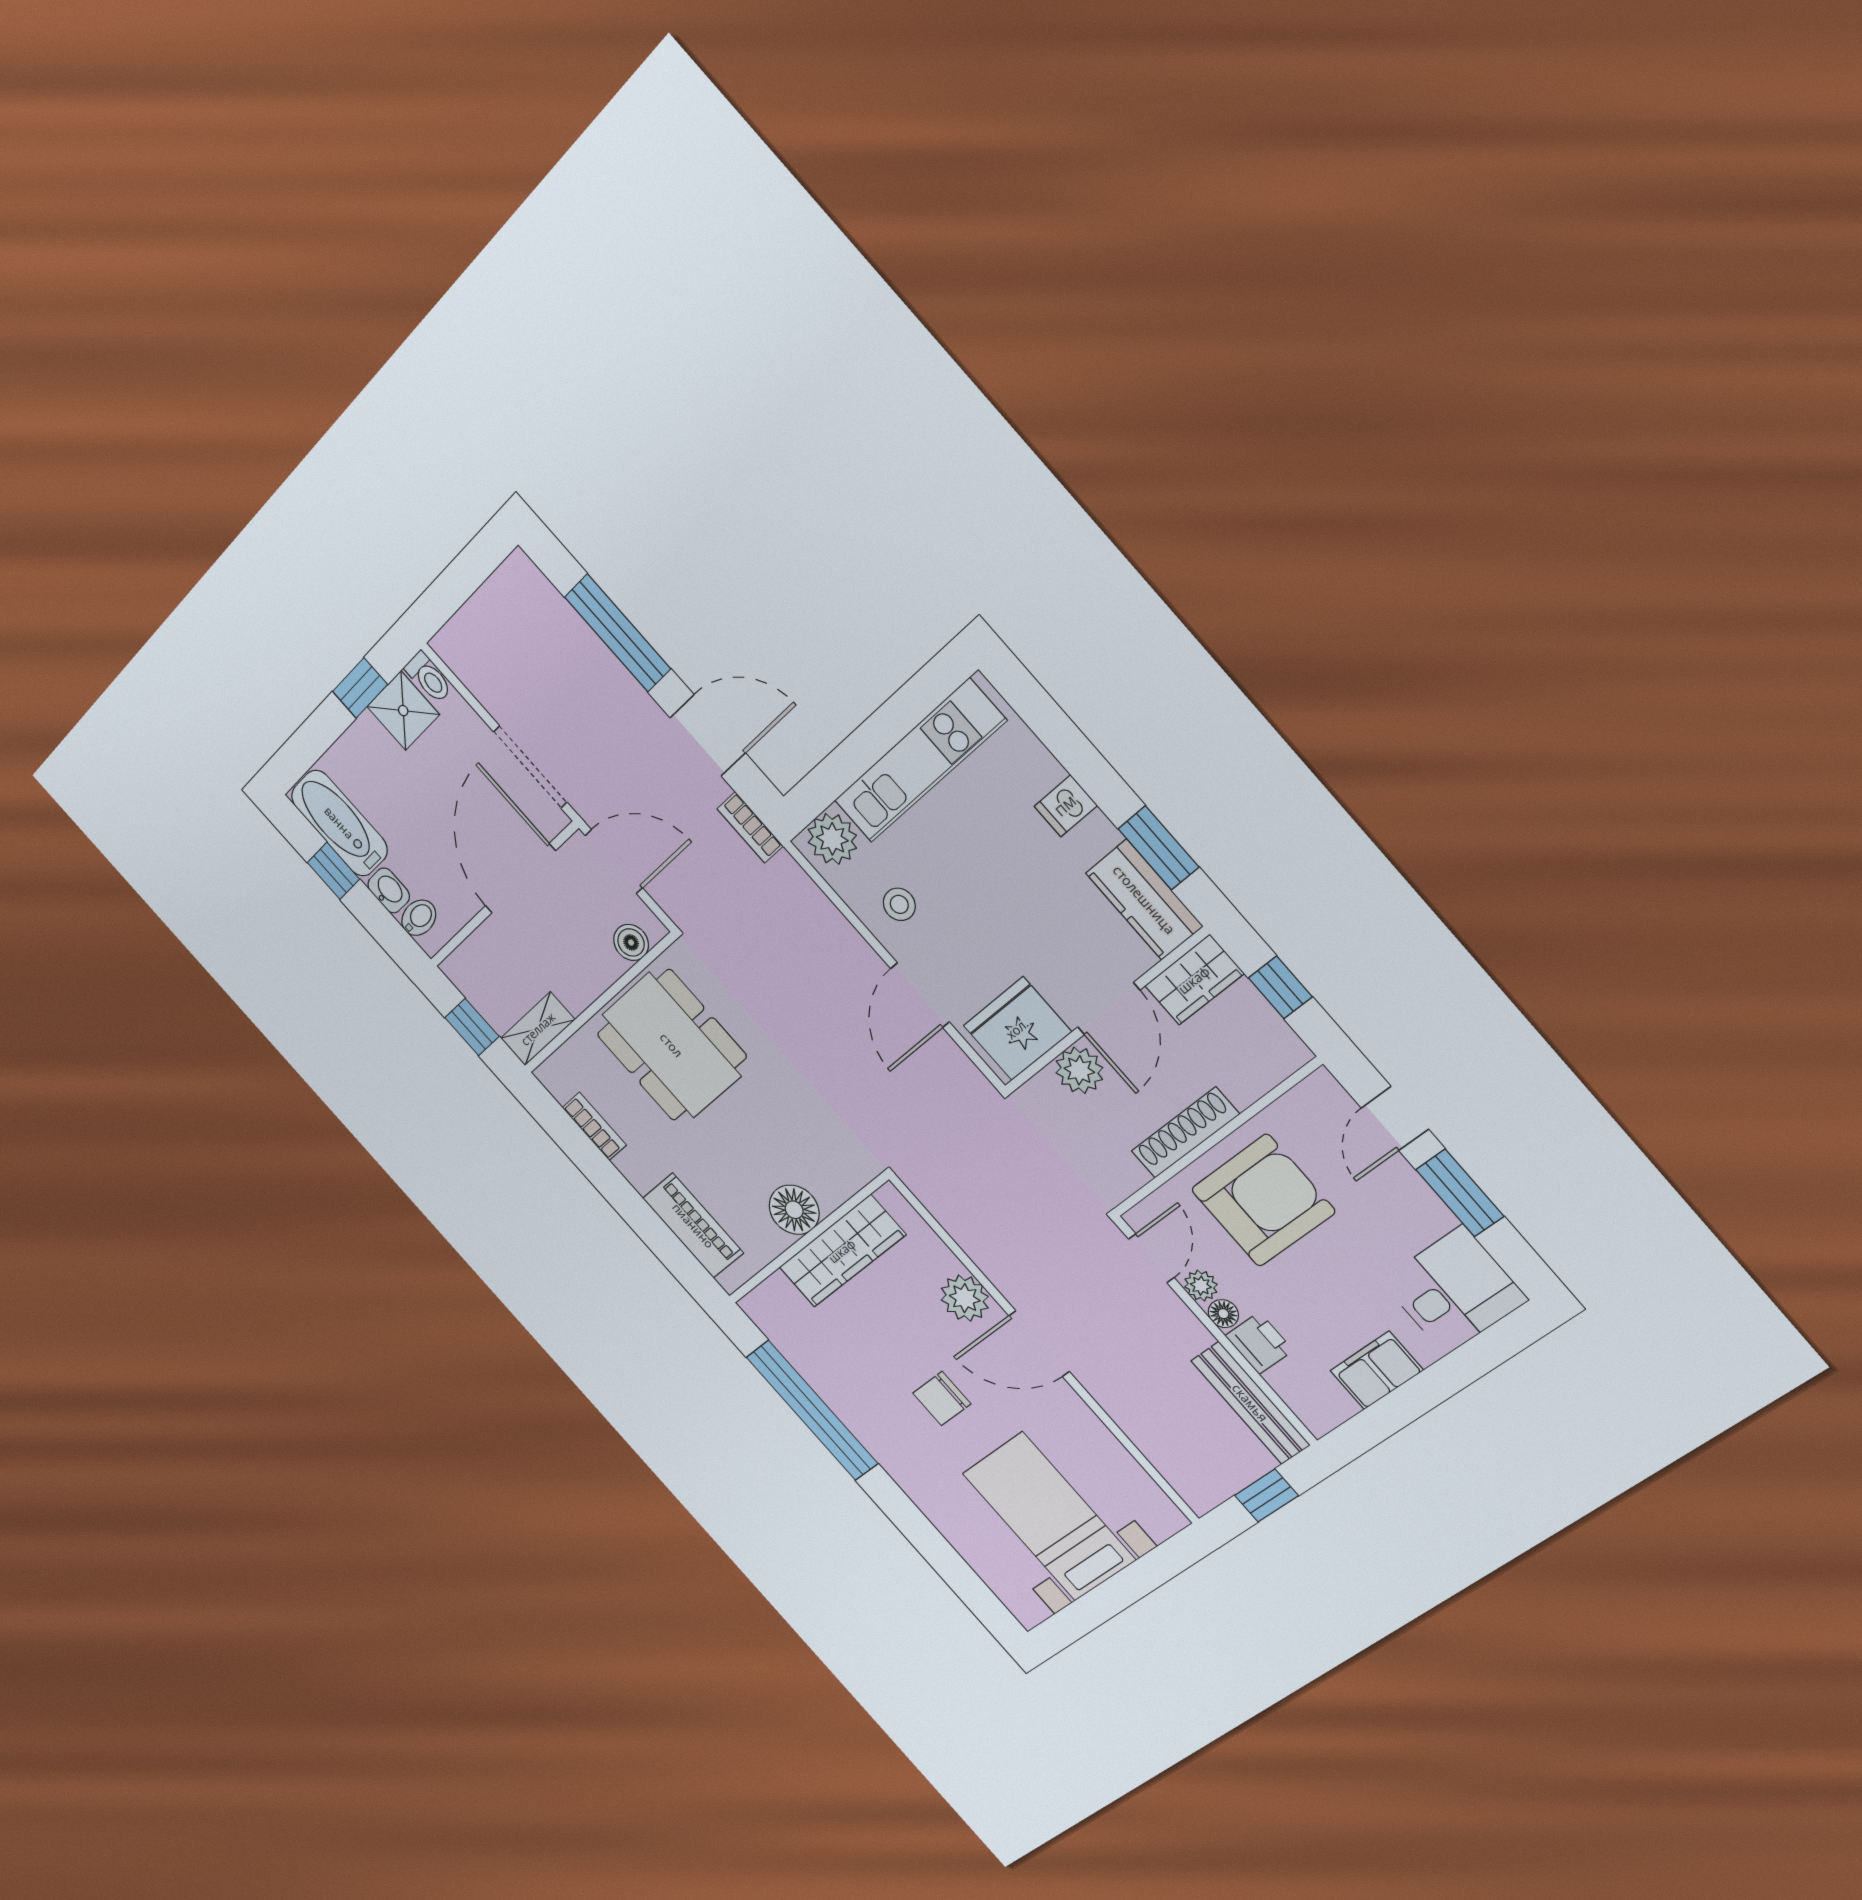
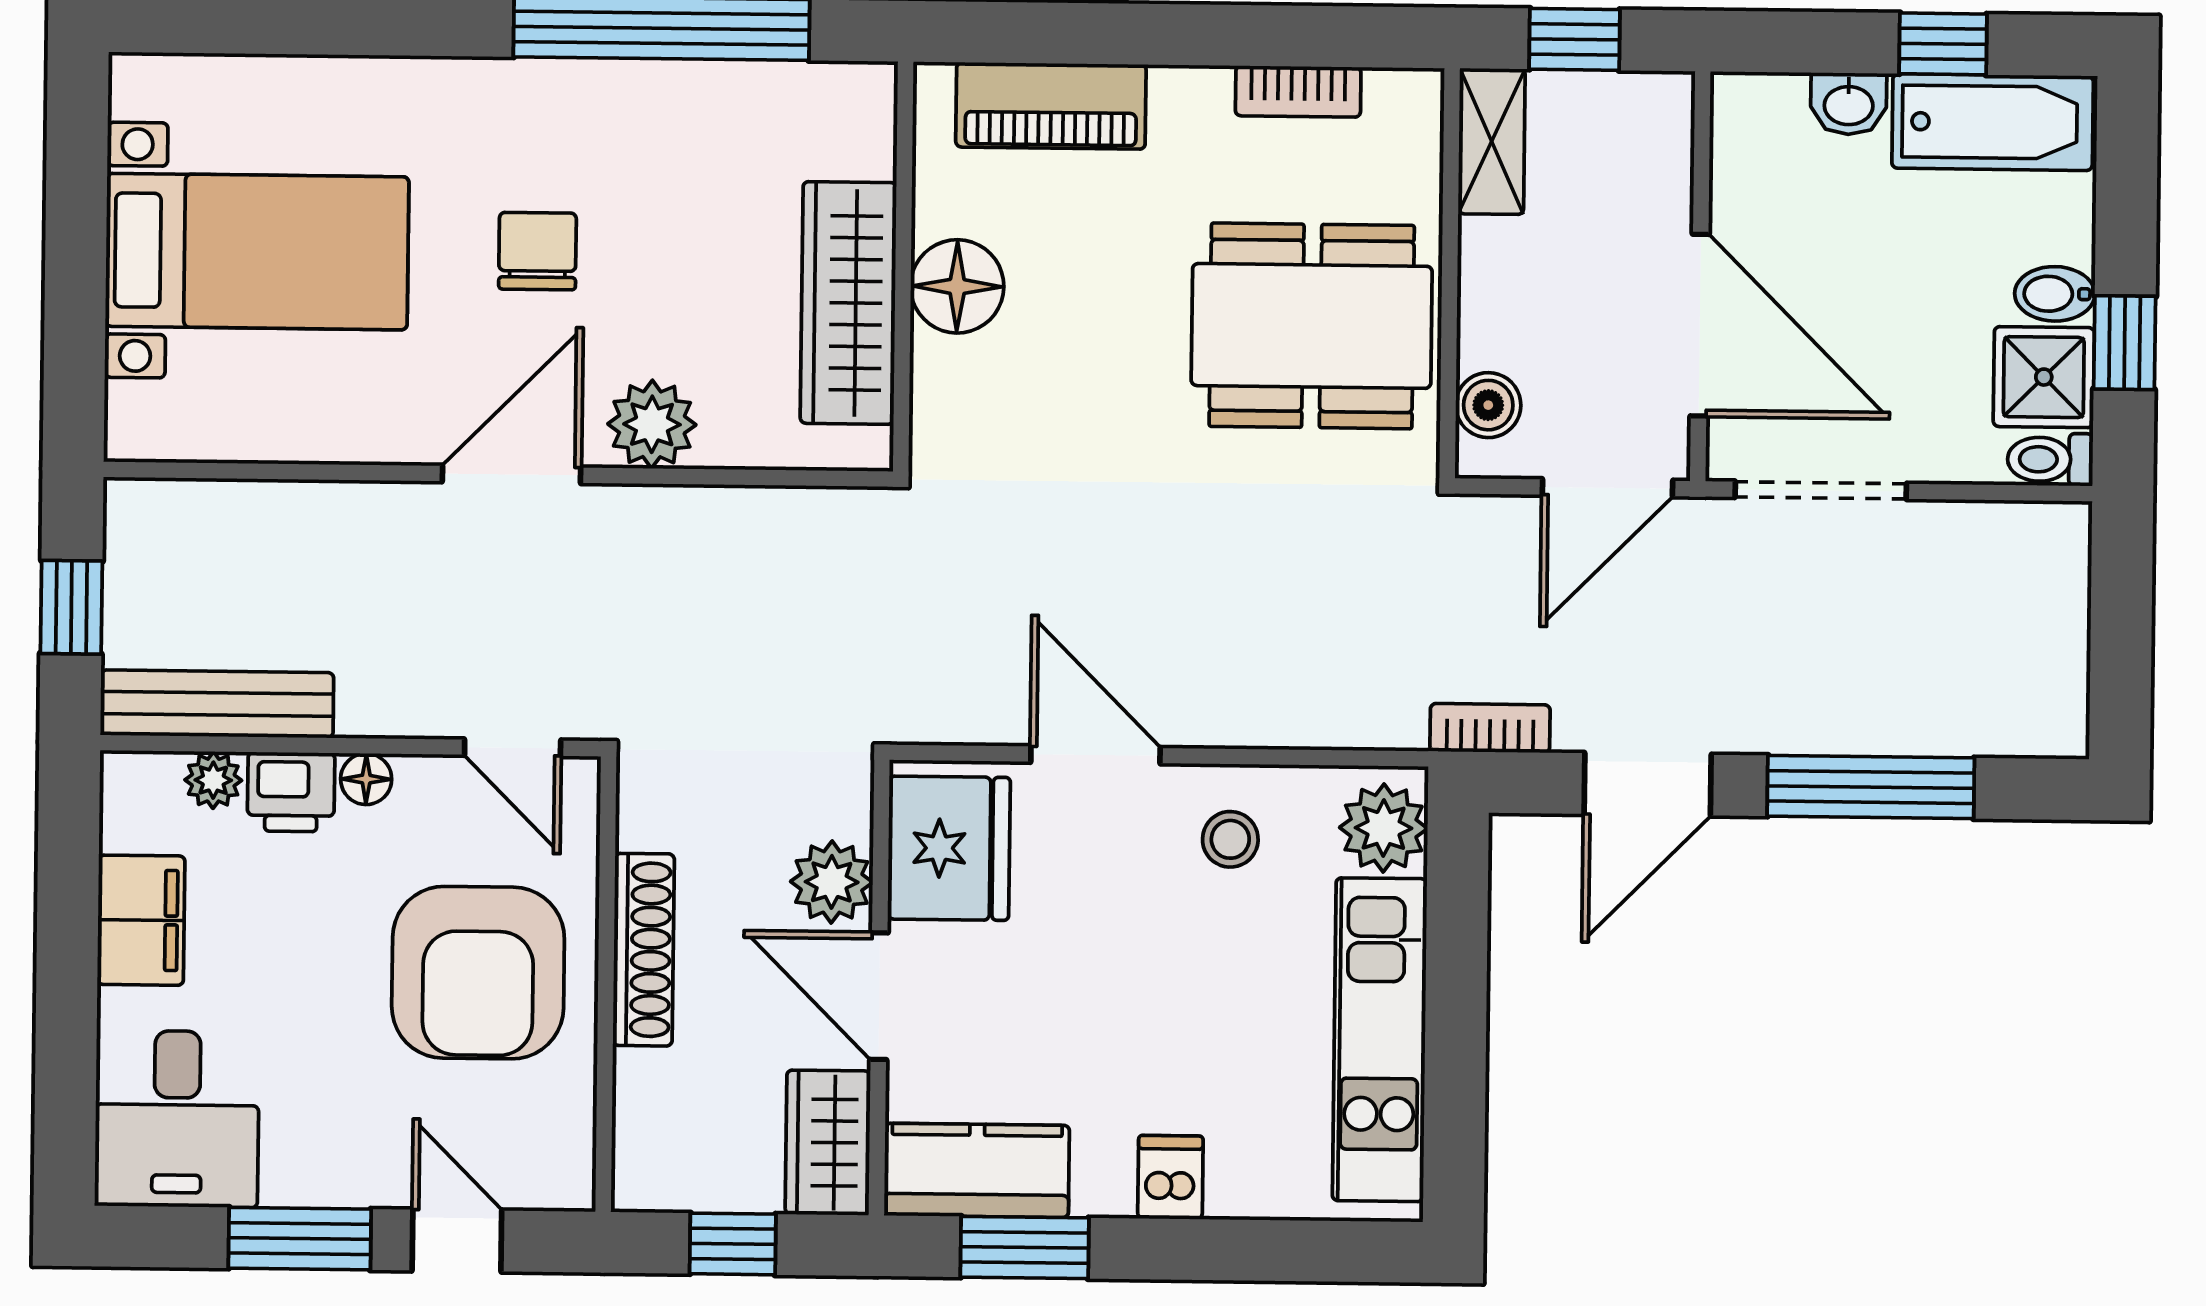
bidet: (419, 918) -> (2055, 294), moved, turned 90
plant: (1201, 1286) -> (213, 780), moved

